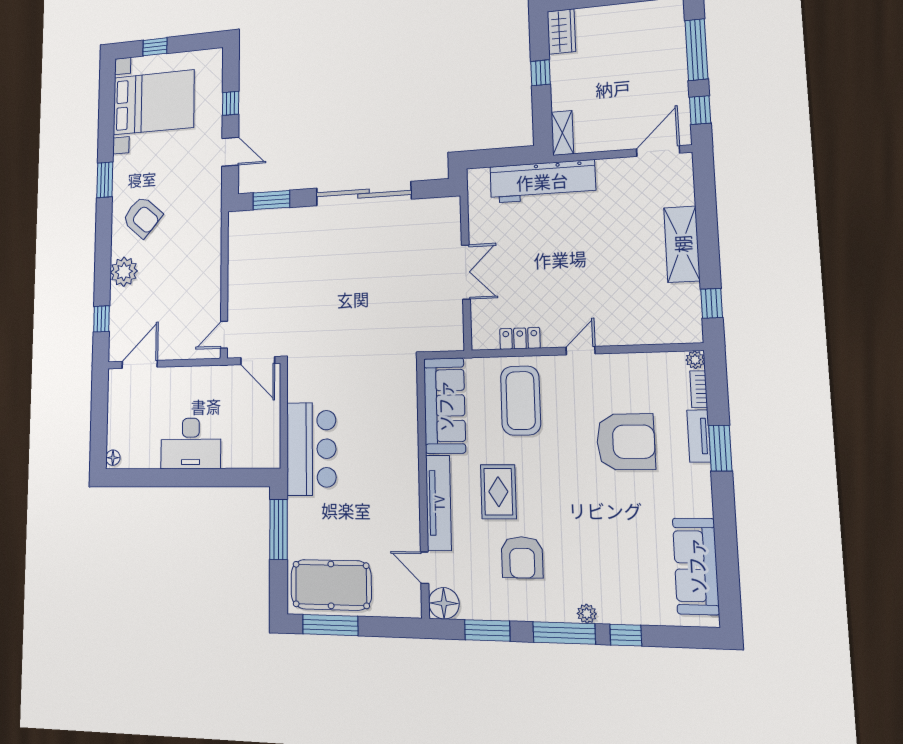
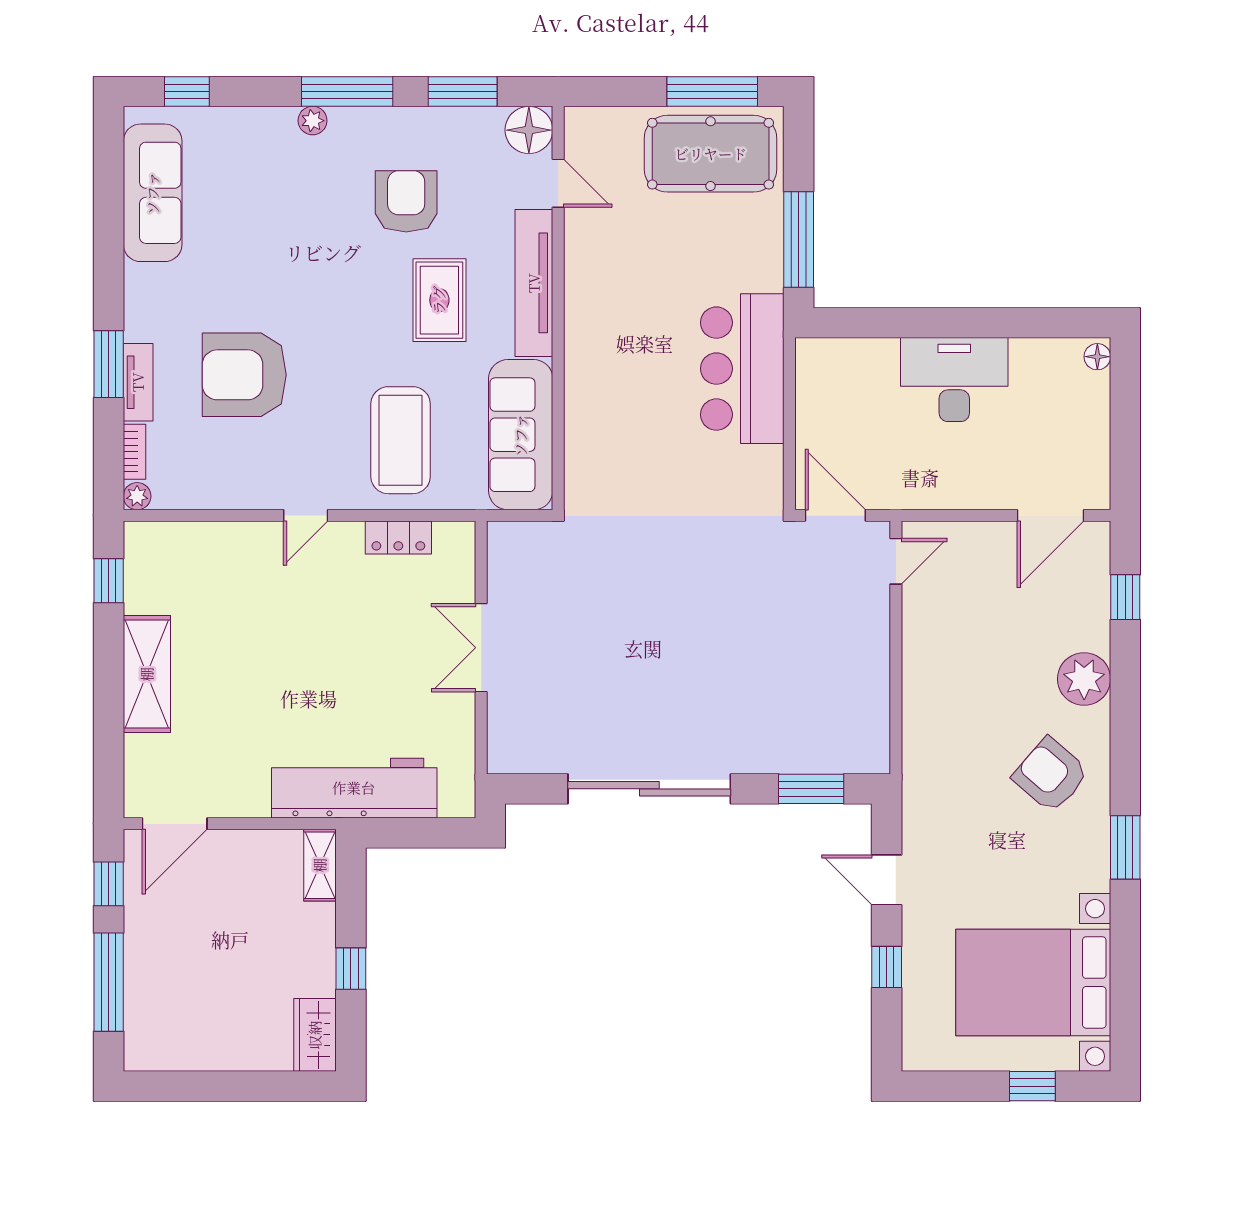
window: (626, 635) -> (187, 92), moved

